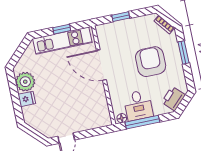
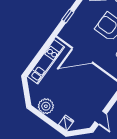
window: (62, 29) -> (39, 55), removed
fridge: (27, 99) -> (66, 123), moved

